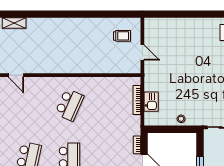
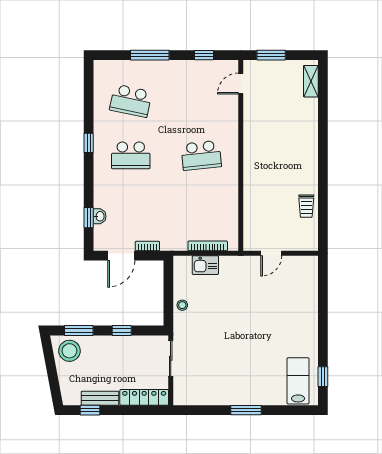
trolley: (122, 36) -> (306, 206), moved
school desk: (69, 105) -> (201, 155), turned -30

